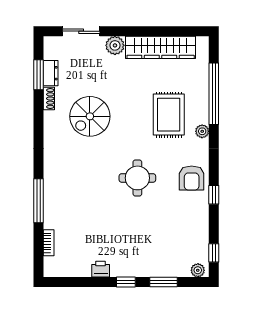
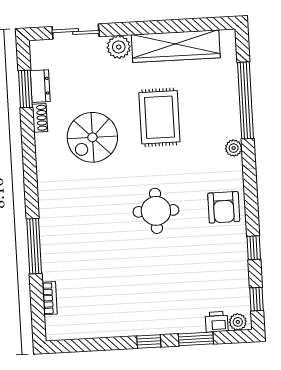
rug: (169, 115) -> (159, 117), moved
window: (214, 195) -> (254, 248), moved
printer: (101, 269) -> (217, 322), moved

